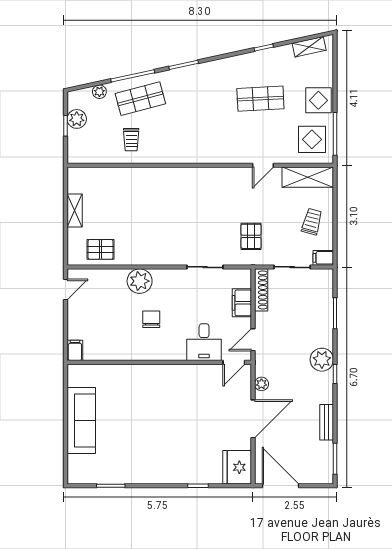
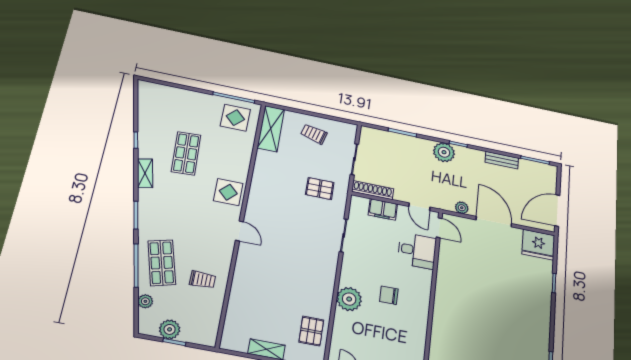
shelving: (309, 47) -> (145, 173), moved
display table: (318, 100) -> (228, 192), moved
door: (263, 165) -> (239, 231), moved
filing cabinet: (323, 258) -> (350, 131), removed

